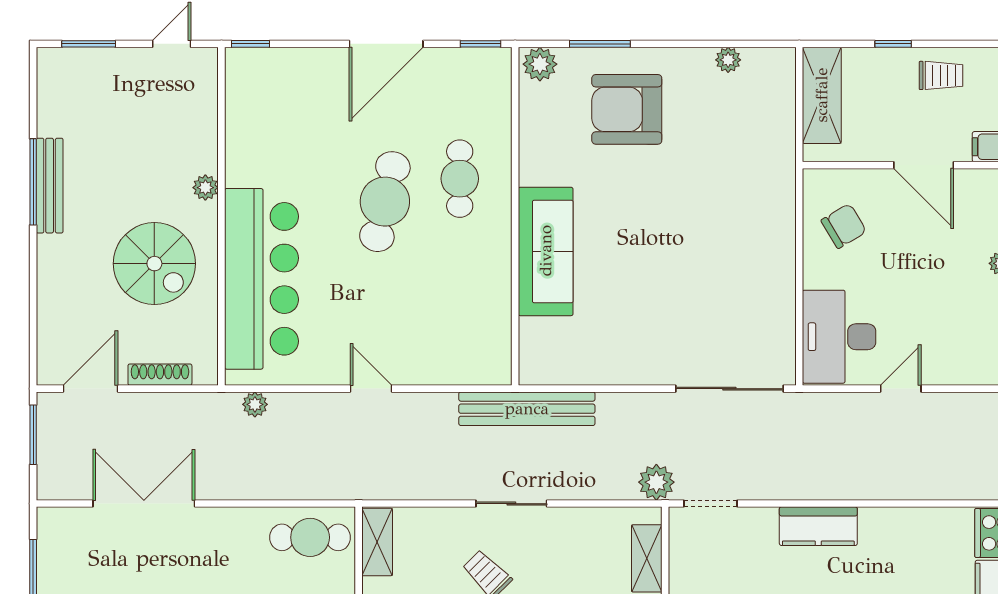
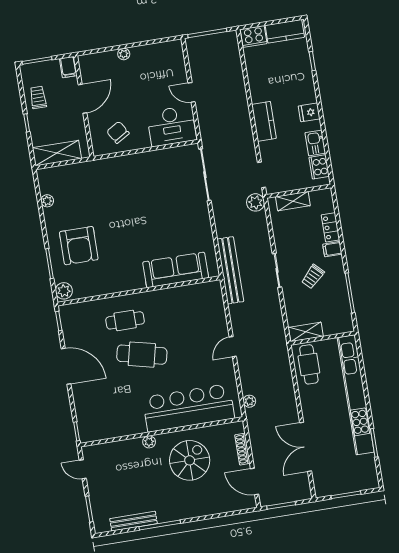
bench: (50, 186) -> (133, 521), moved
sofa: (546, 251) -> (176, 270), moved

